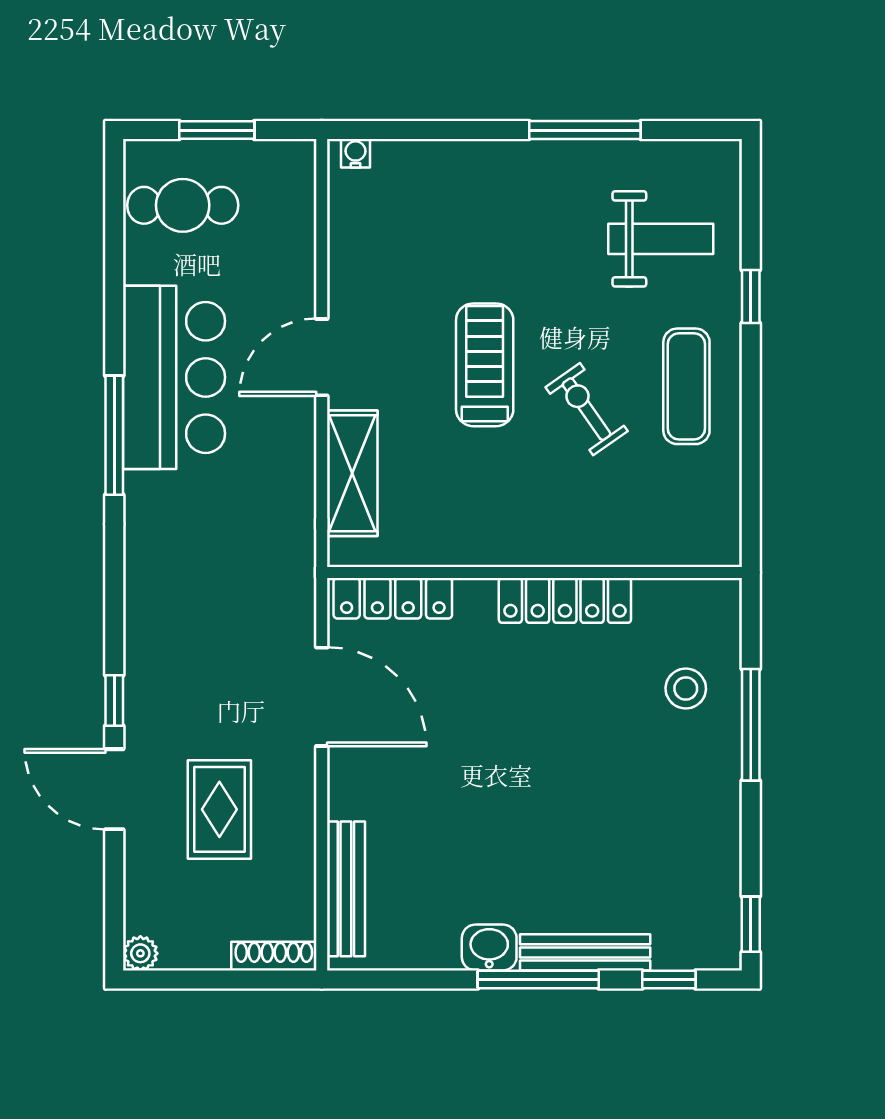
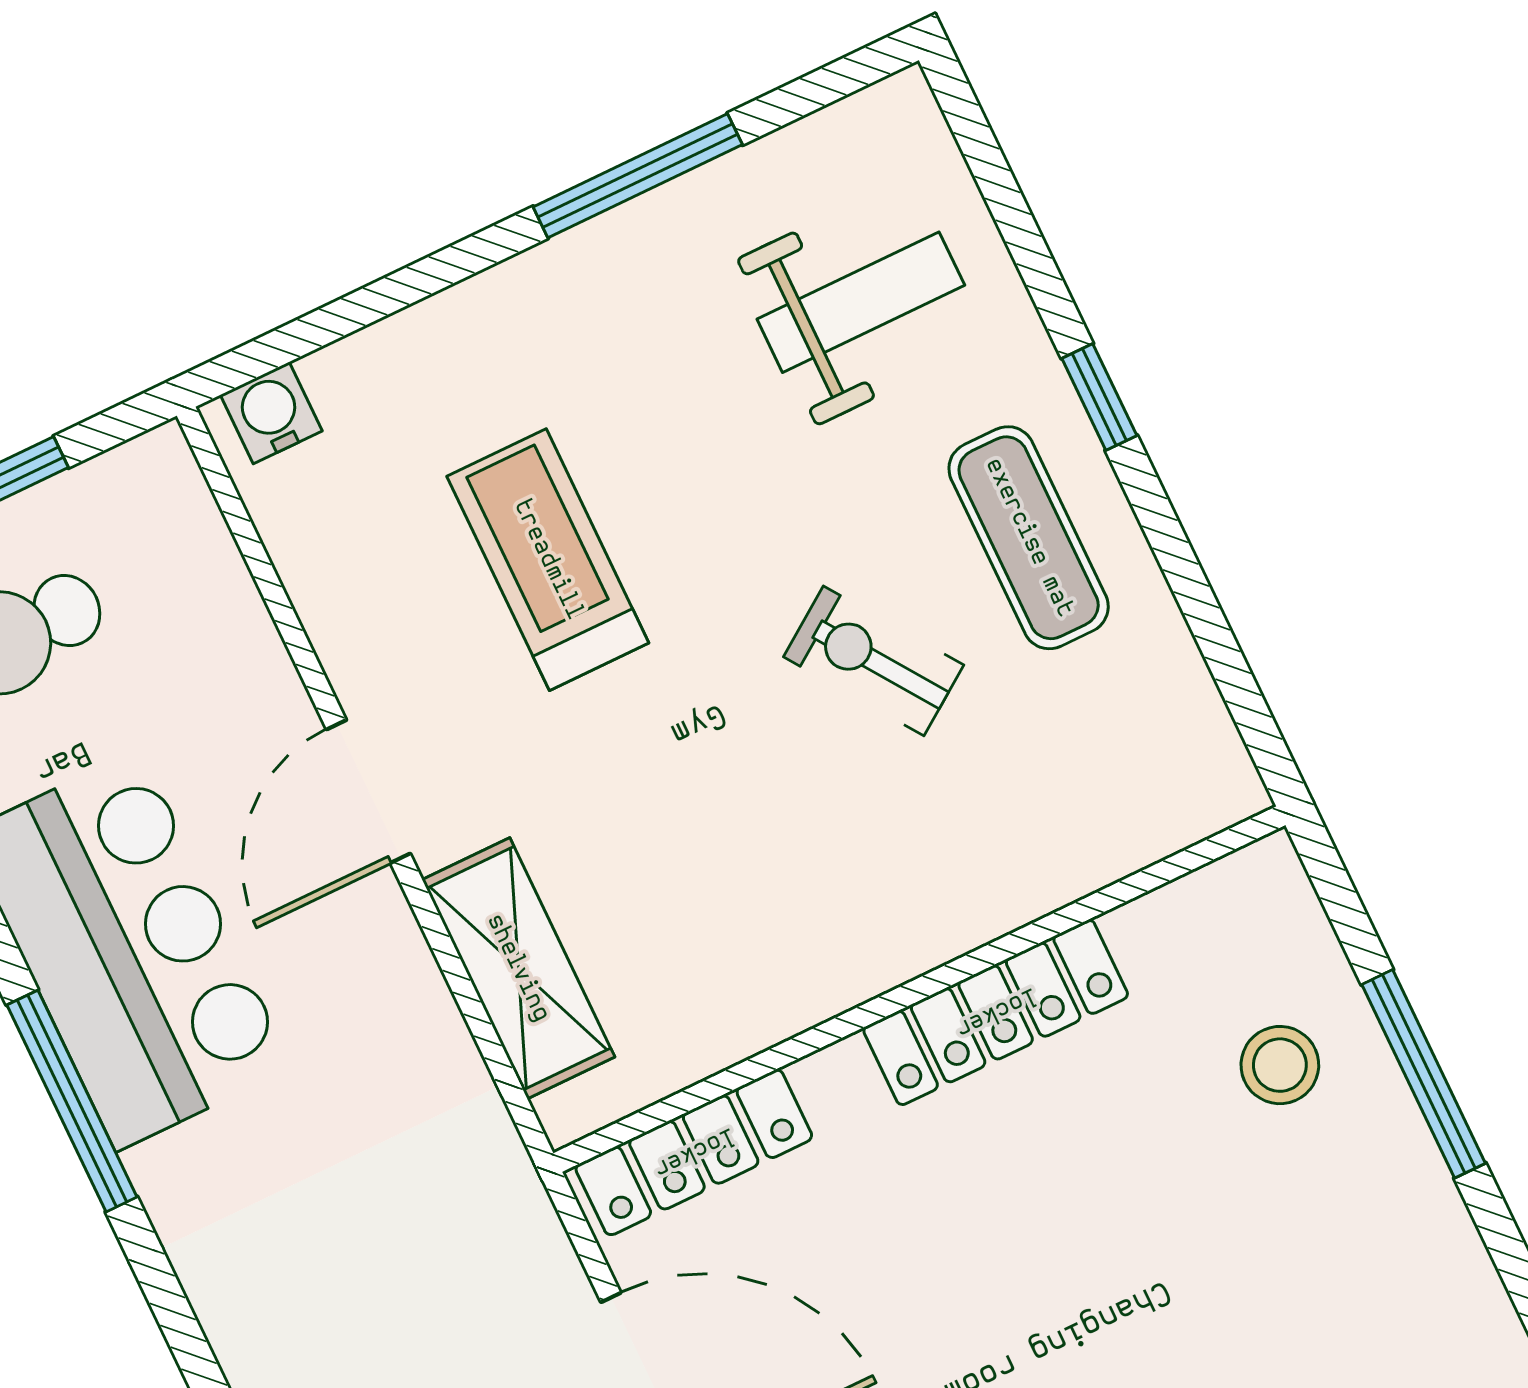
water cooler: (355, 153) -> (271, 413), width x1.38, depth x1.38
window: (751, 297) -> (1099, 397), moved
treadmill: (485, 365) -> (548, 560), moved

